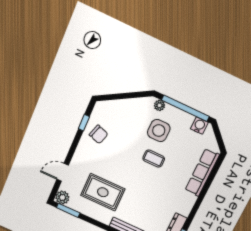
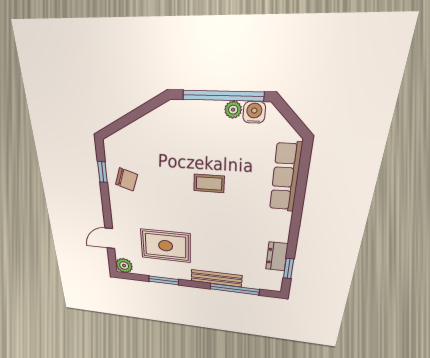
plant: (159, 105) -> (233, 110), moved
side table: (159, 130) -> (199, 144), removed
window: (68, 210) -> (164, 280), moved

